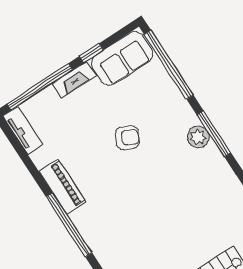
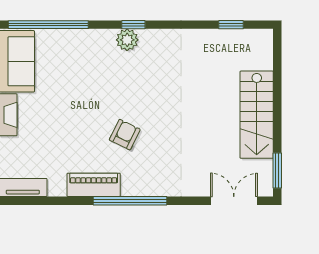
window: (214, 134) -> (133, 25), width x0.46
armchair: (127, 138) -> (125, 135), moved

